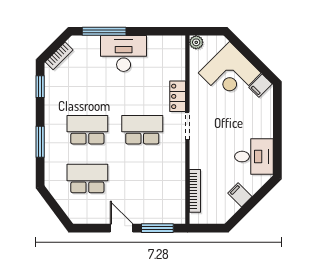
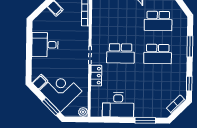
window: (104, 31) -> (145, 120), width x0.69
window: (244, 50) -> (51, 107), added
desk: (124, 54) -> (118, 105), moved
desk: (254, 157) -> (45, 45), moved

